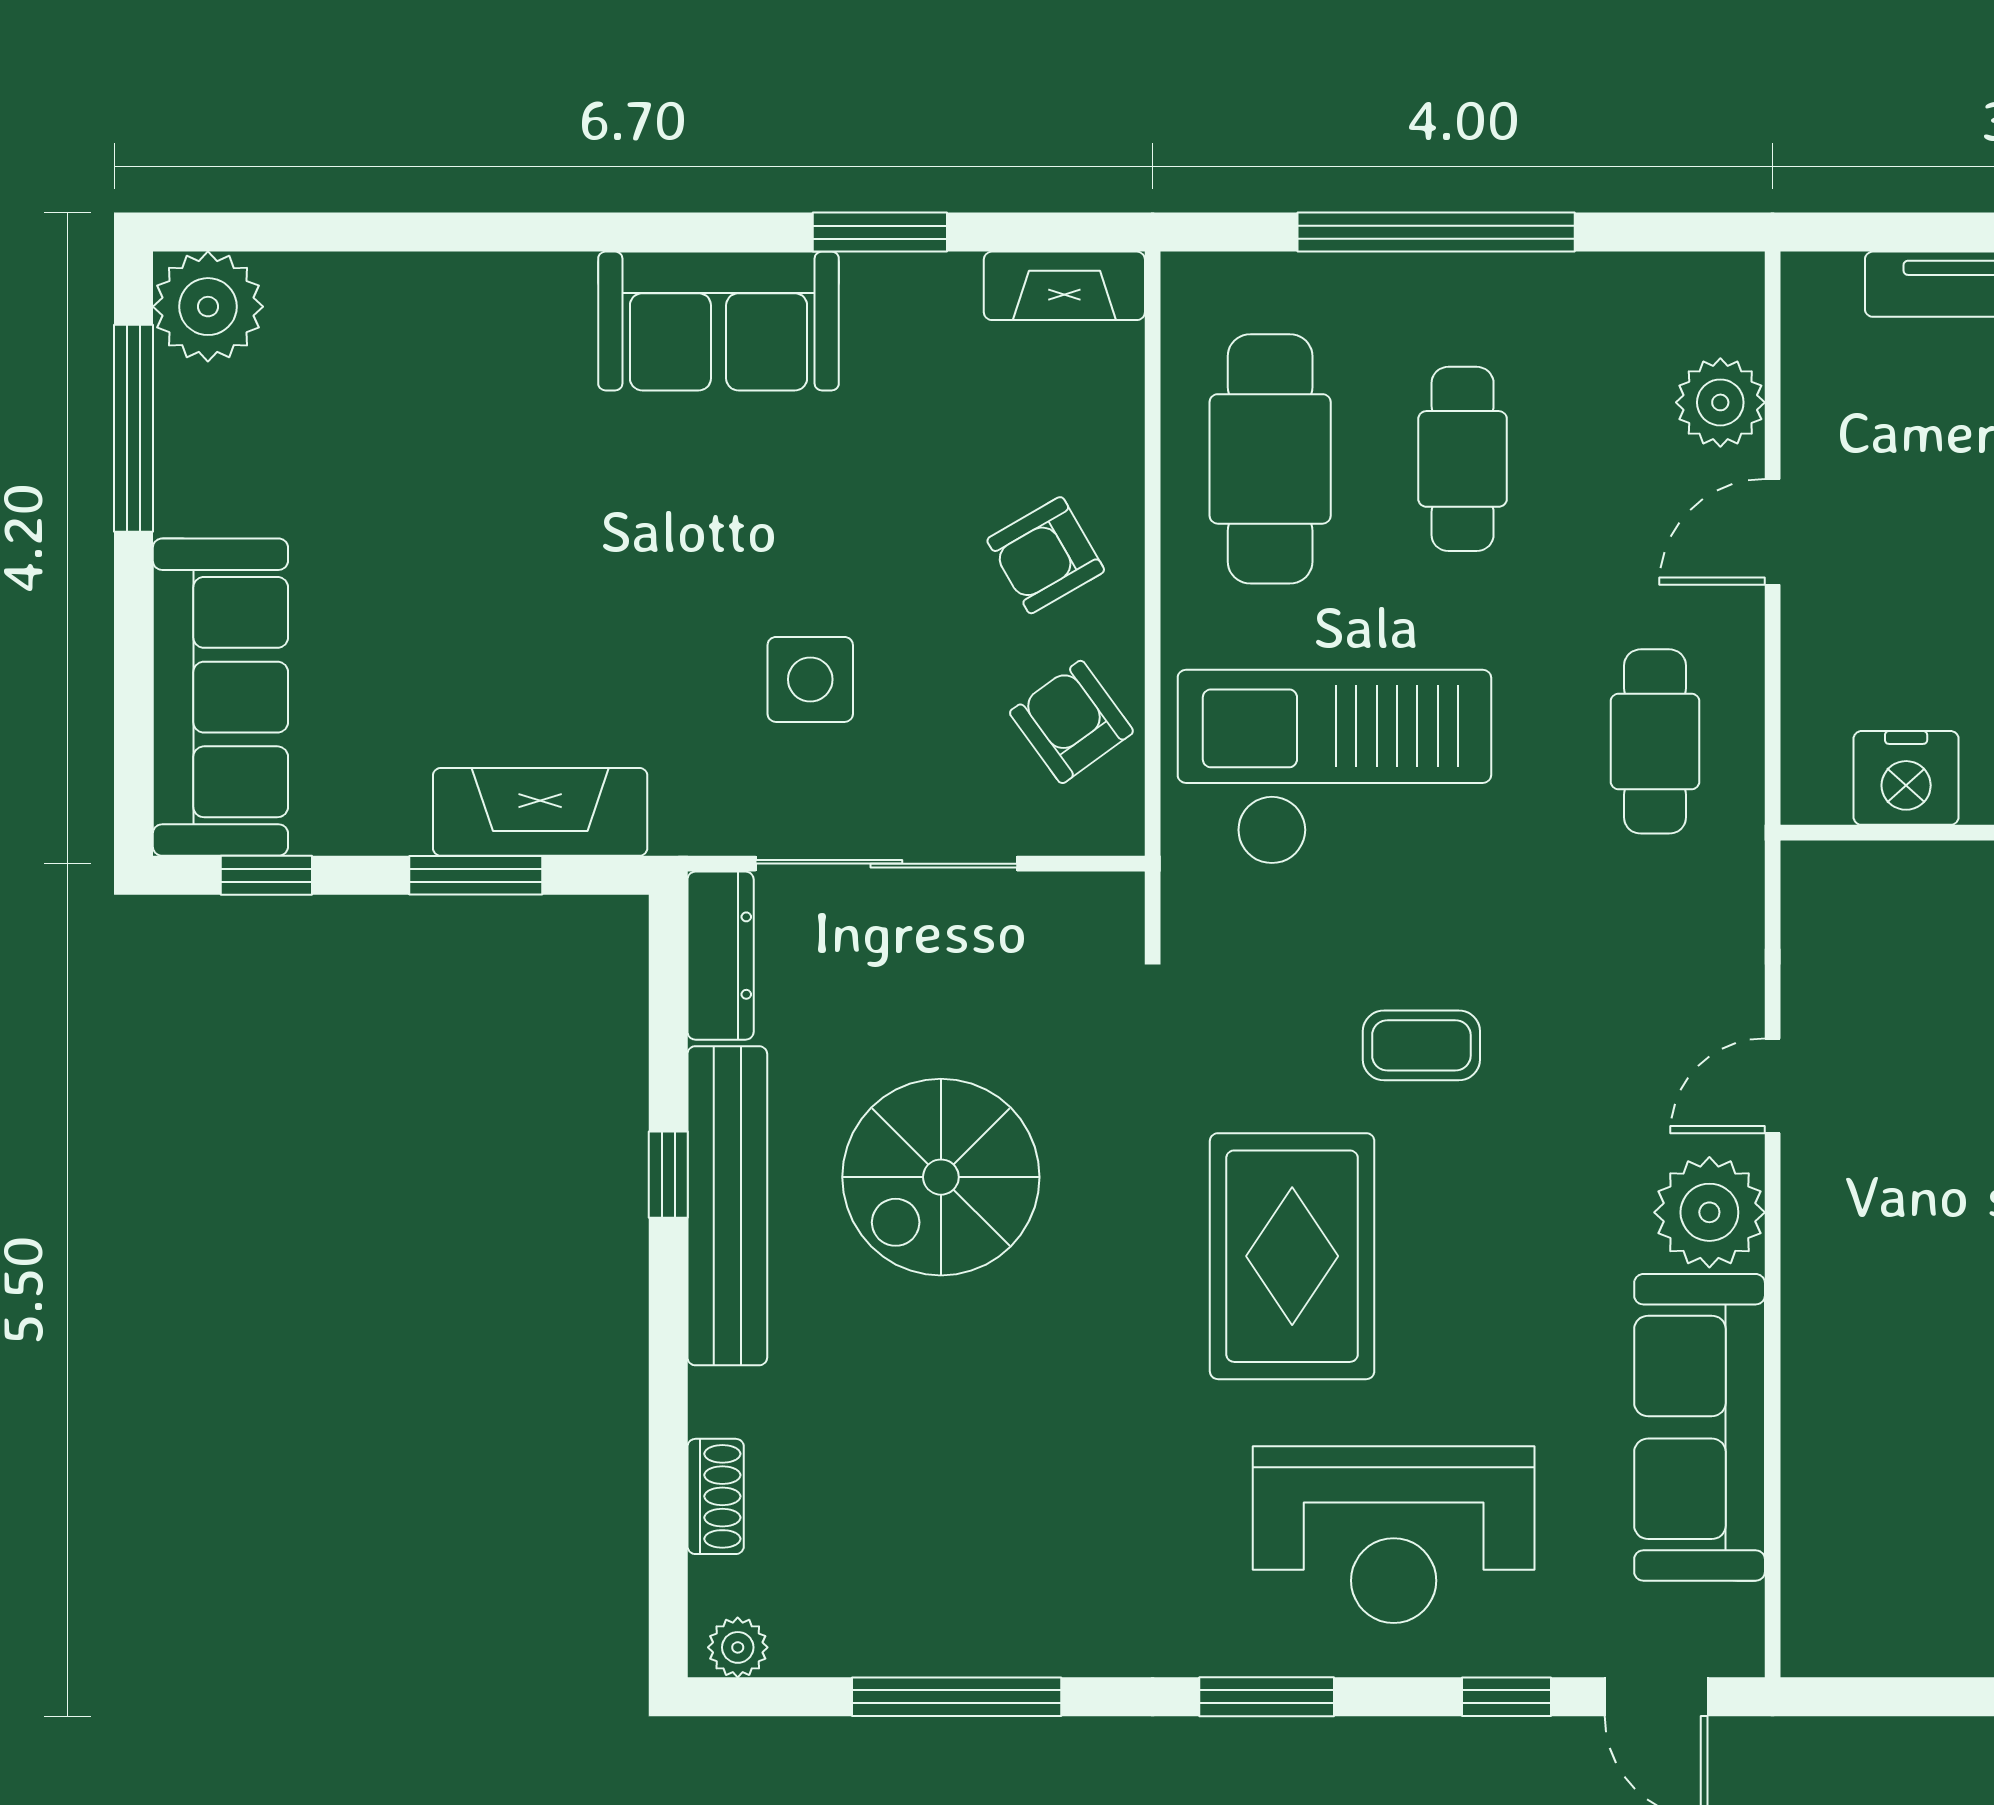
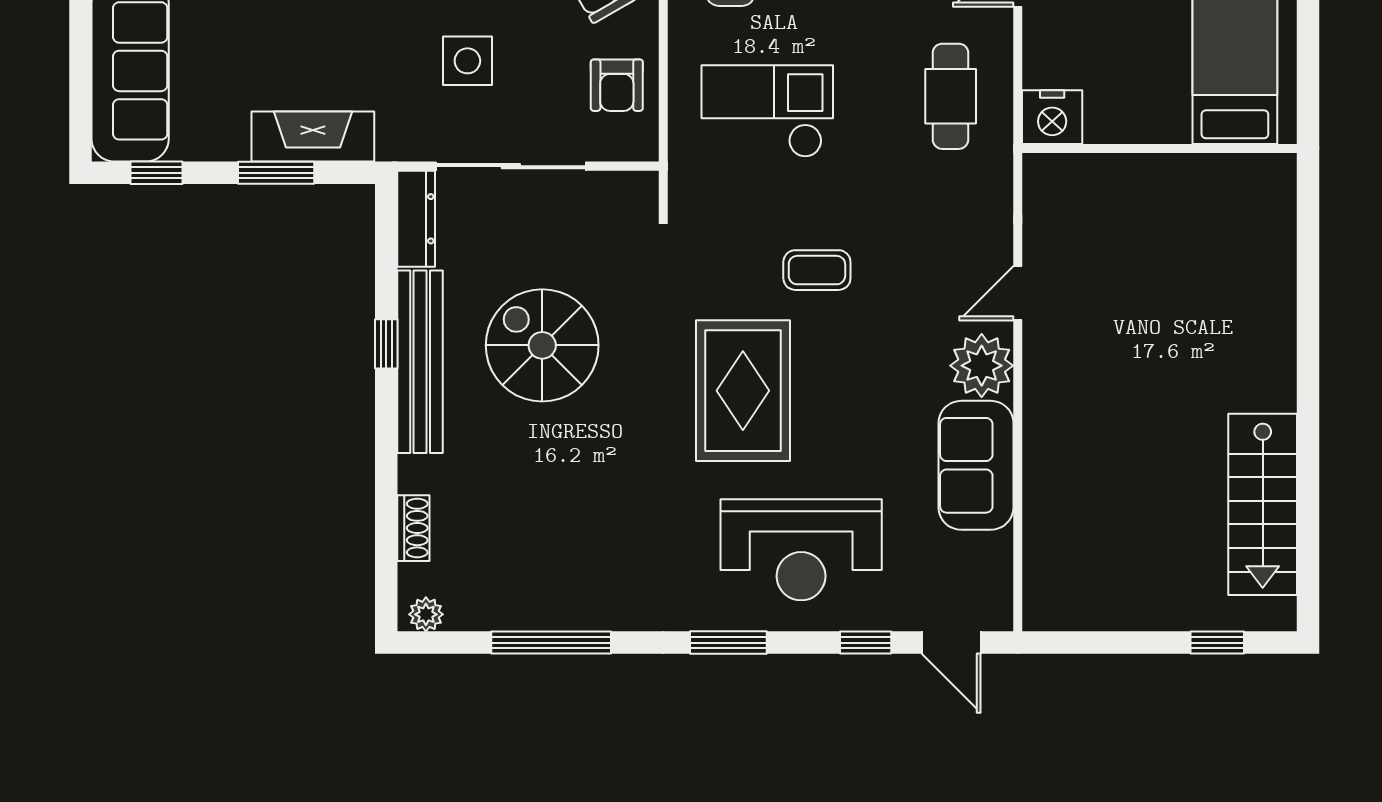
armchair: (1071, 722) -> (617, 85), turned -144
checkout: (1334, 767) -> (767, 111), width x0.73, depth x0.83
nightstand: (1906, 778) -> (1052, 117), moved
spiral stairs: (941, 1177) -> (542, 345), turned 90
sofa: (1700, 1427) -> (976, 465), width x0.73

